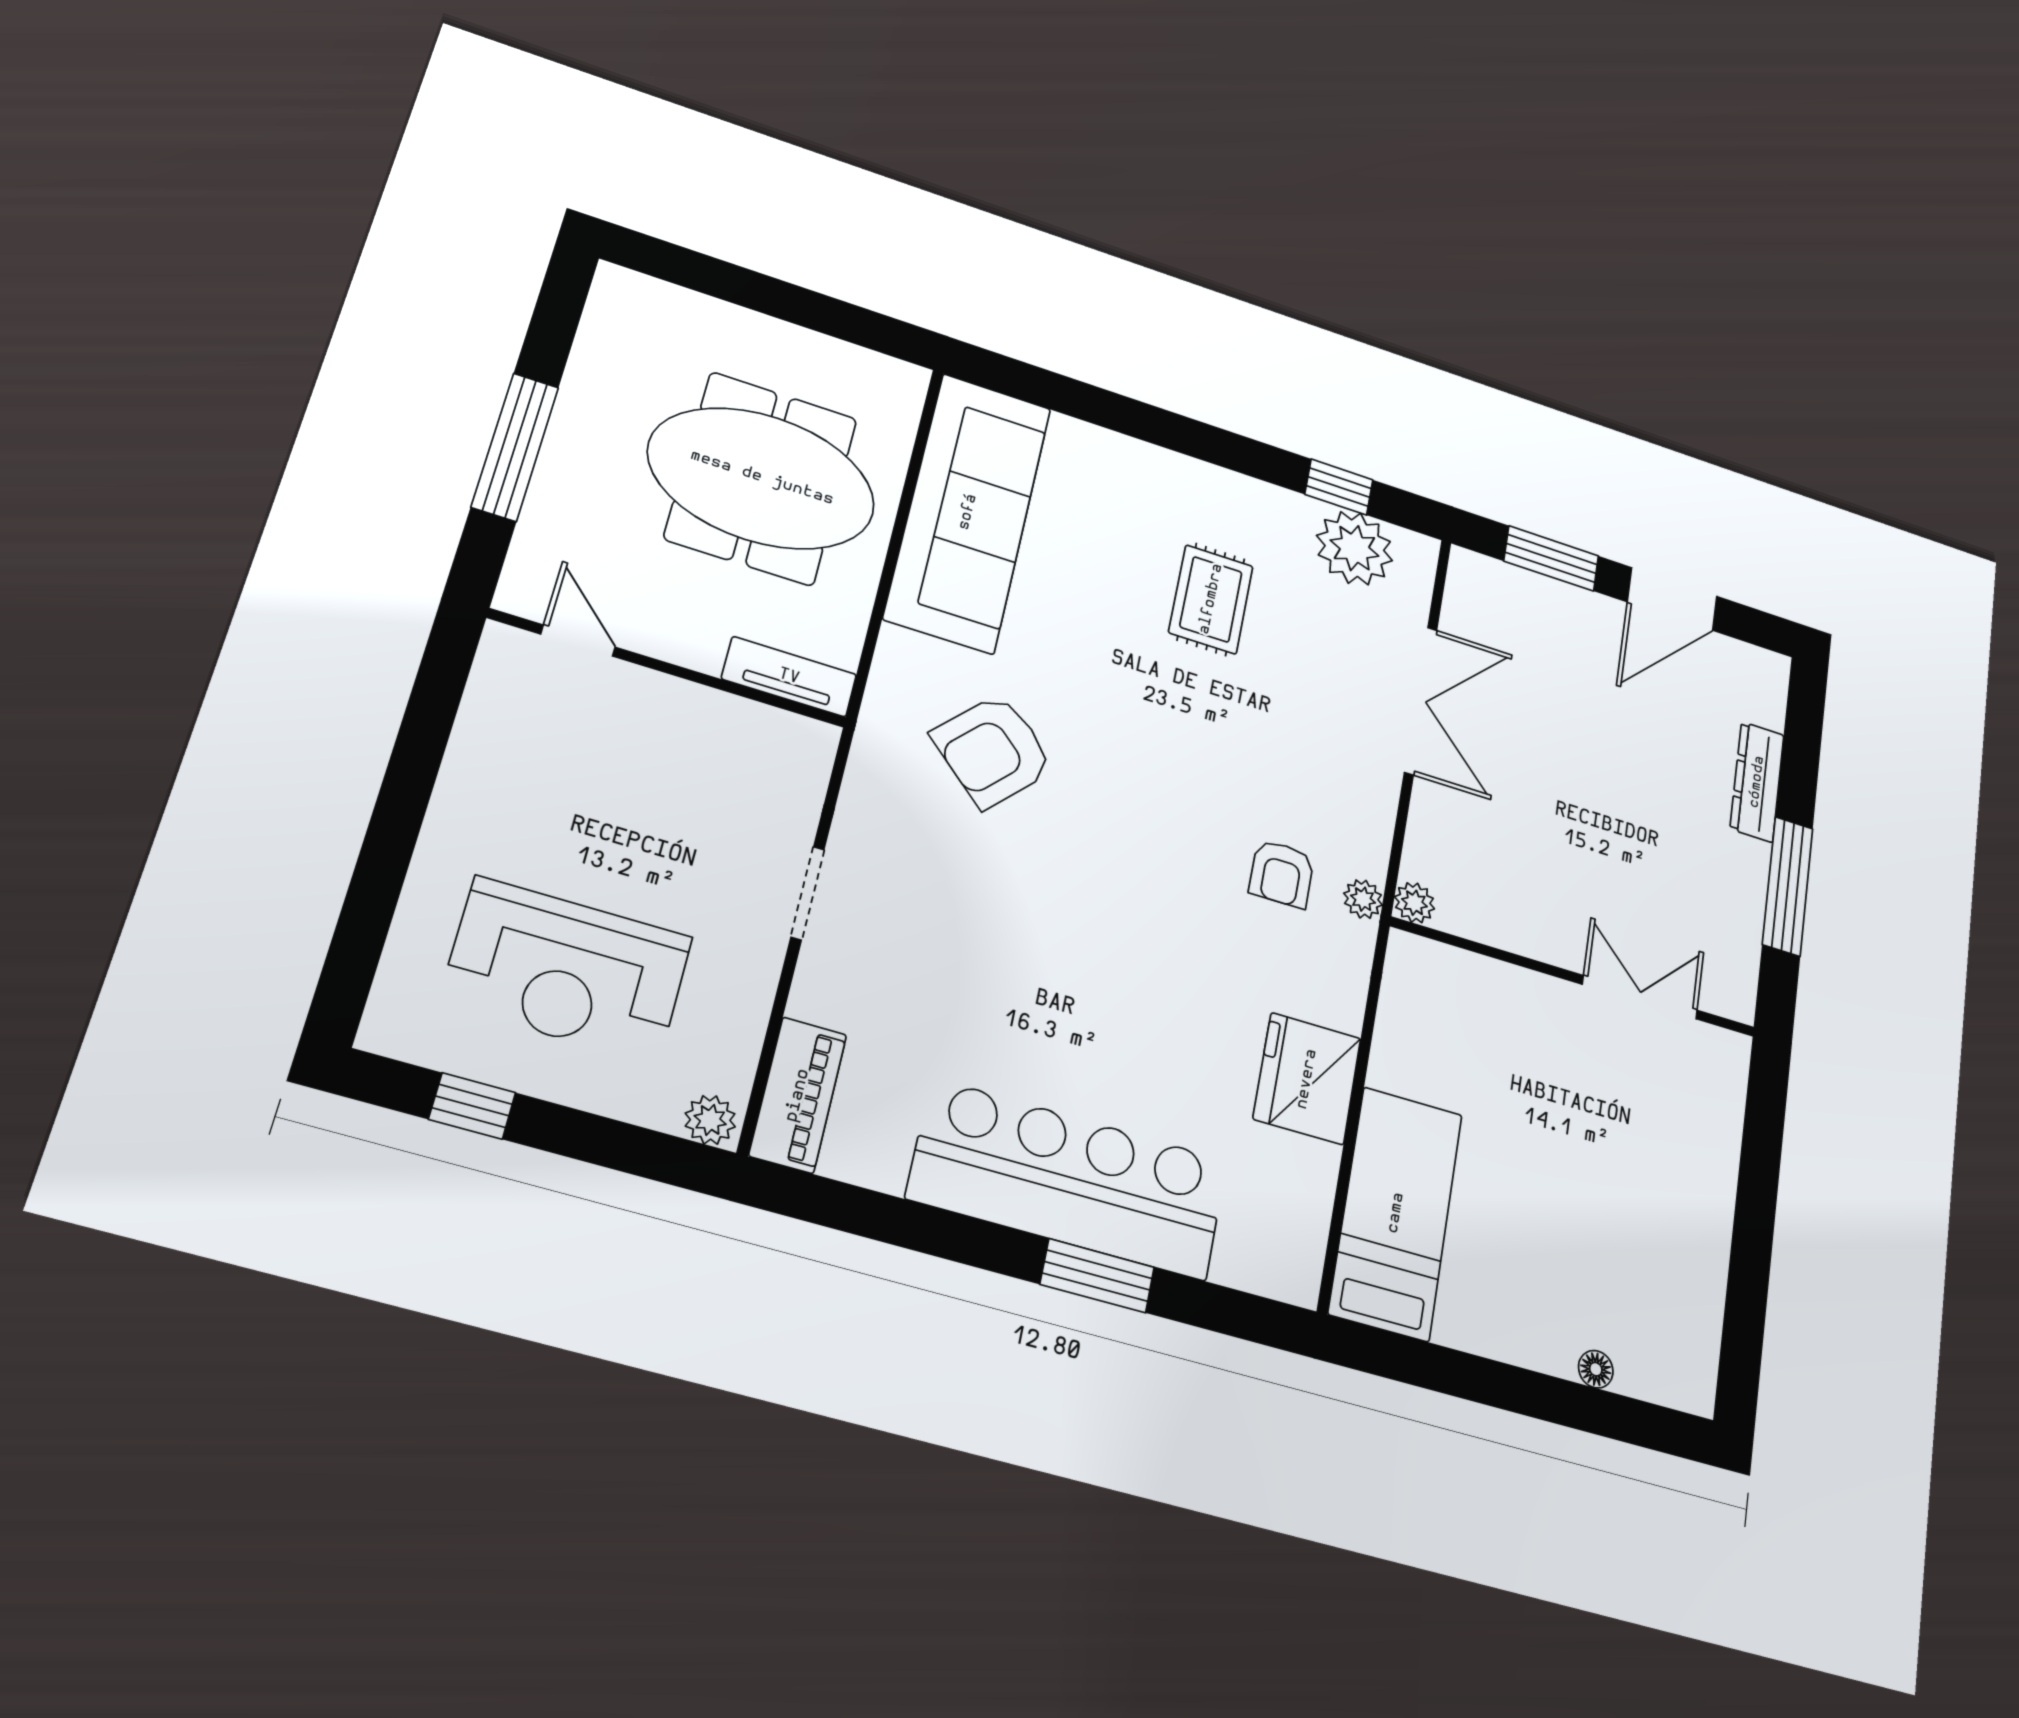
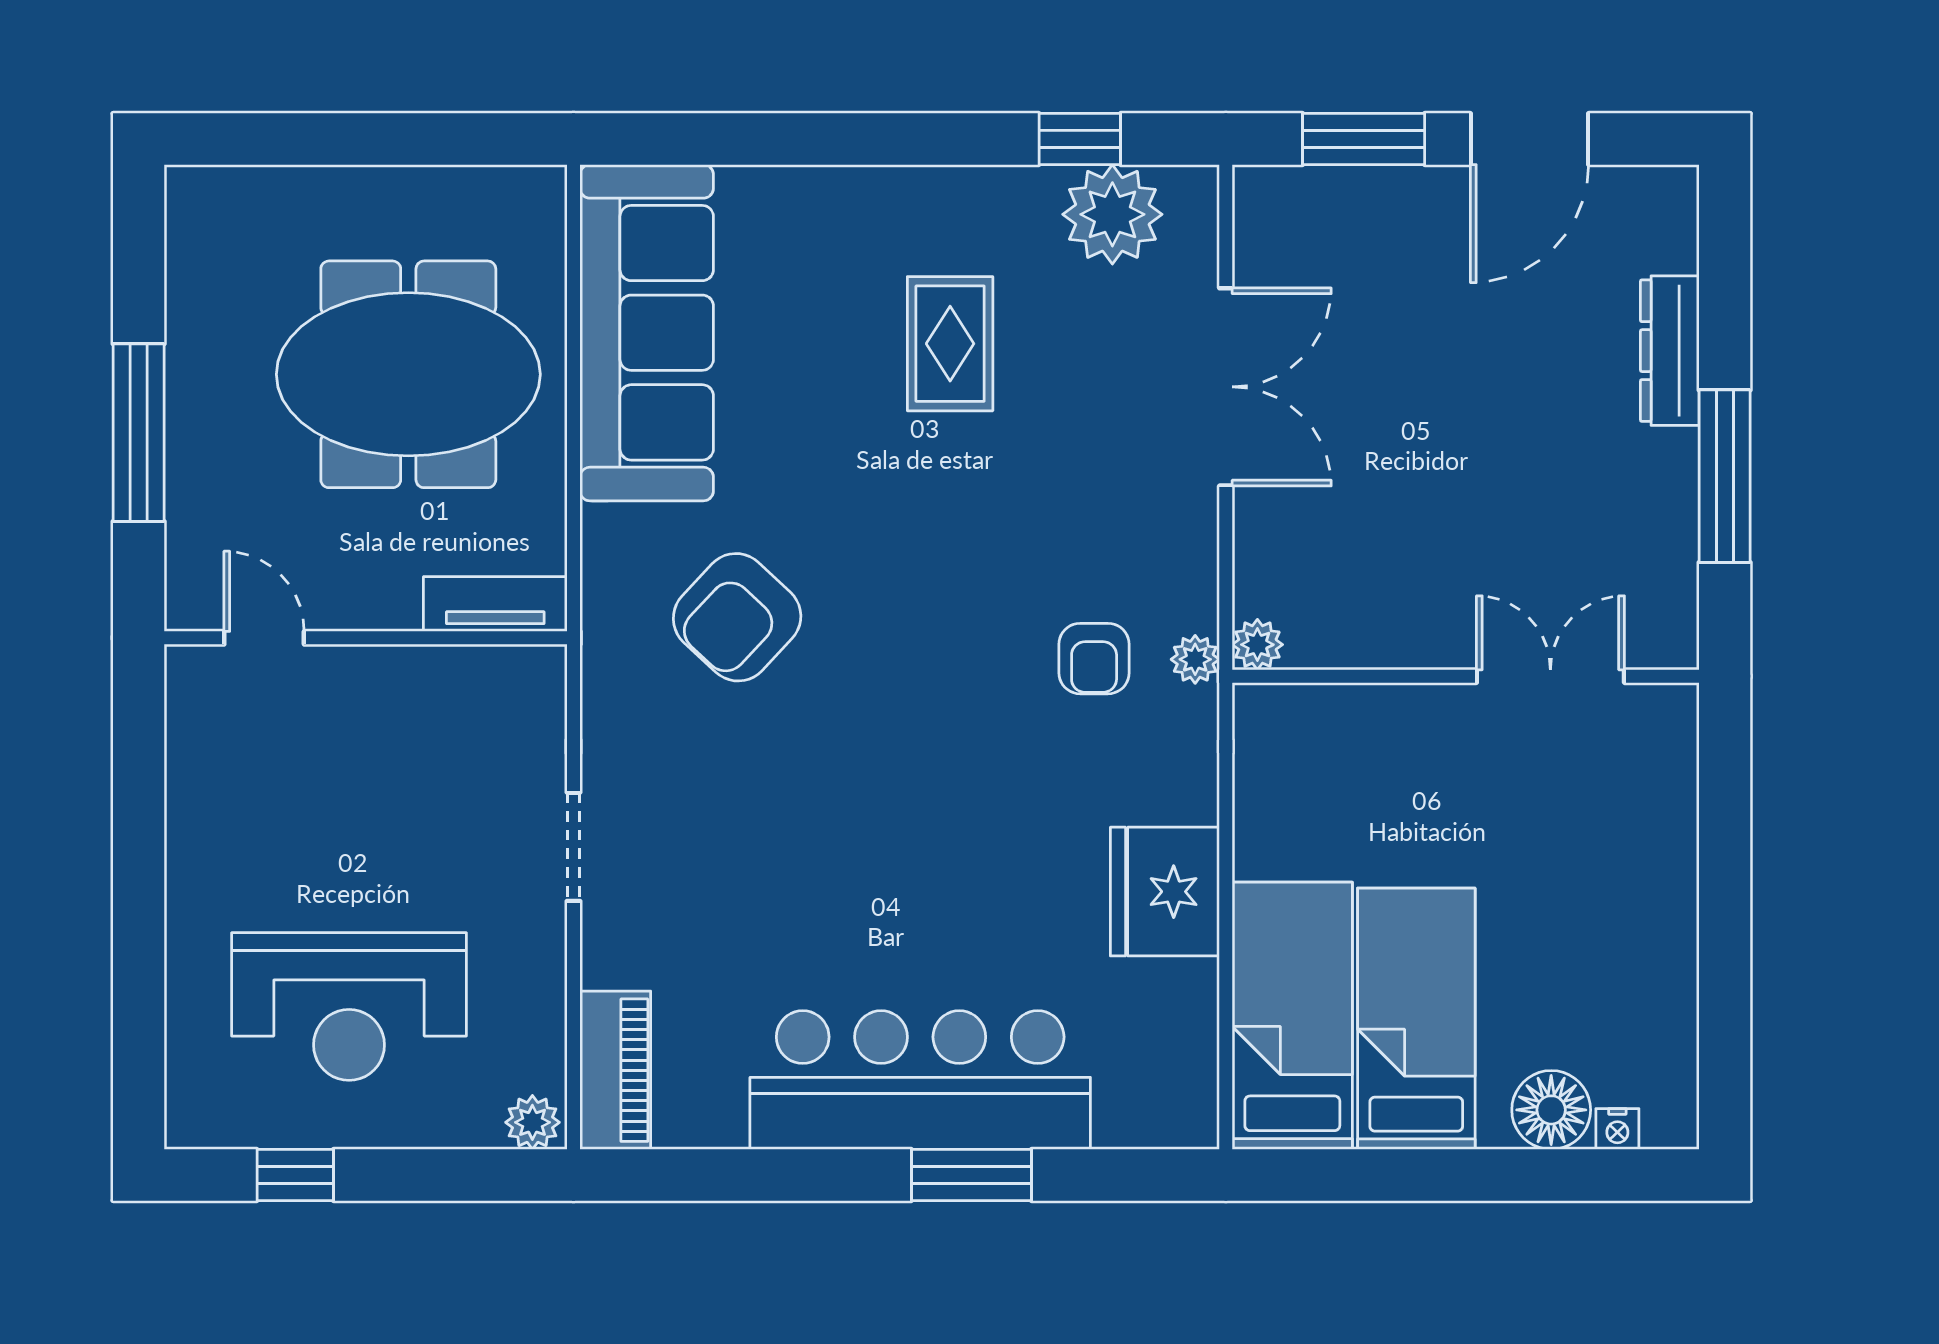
bed: (1498, 1244) -> (1416, 1019), added
floor lamp: (1596, 1369) -> (1551, 1110), width x1.89, depth x1.89
nightstand: (1649, 1384) -> (1617, 1129), added

